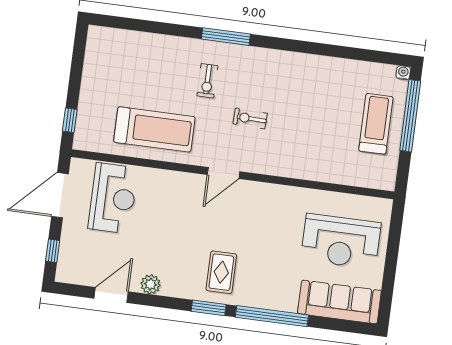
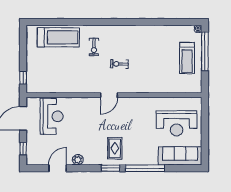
window: (226, 37) -> (101, 22), removed
treadmill: (376, 124) -> (187, 58), turned 180
treadmill: (154, 129) -> (58, 37), moved

